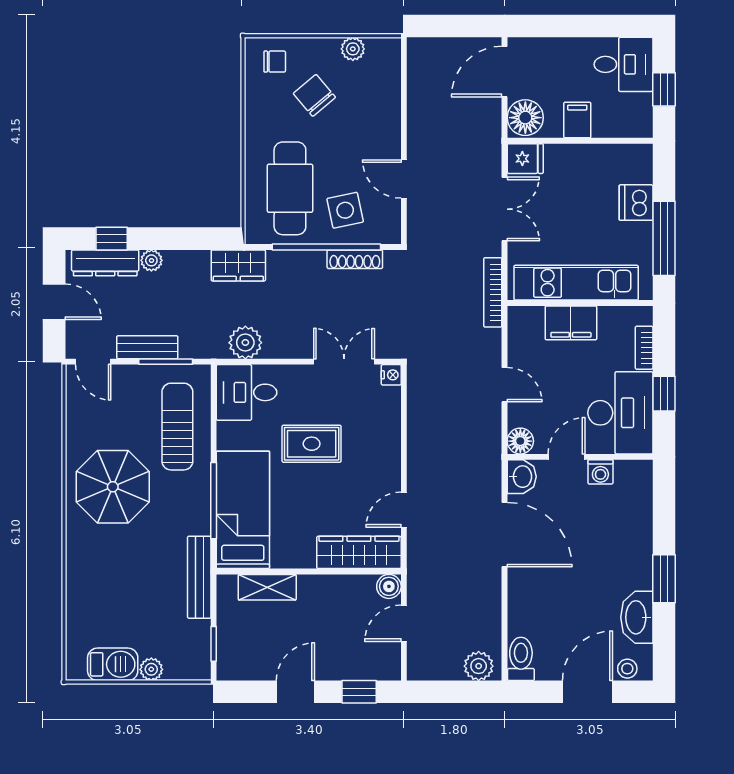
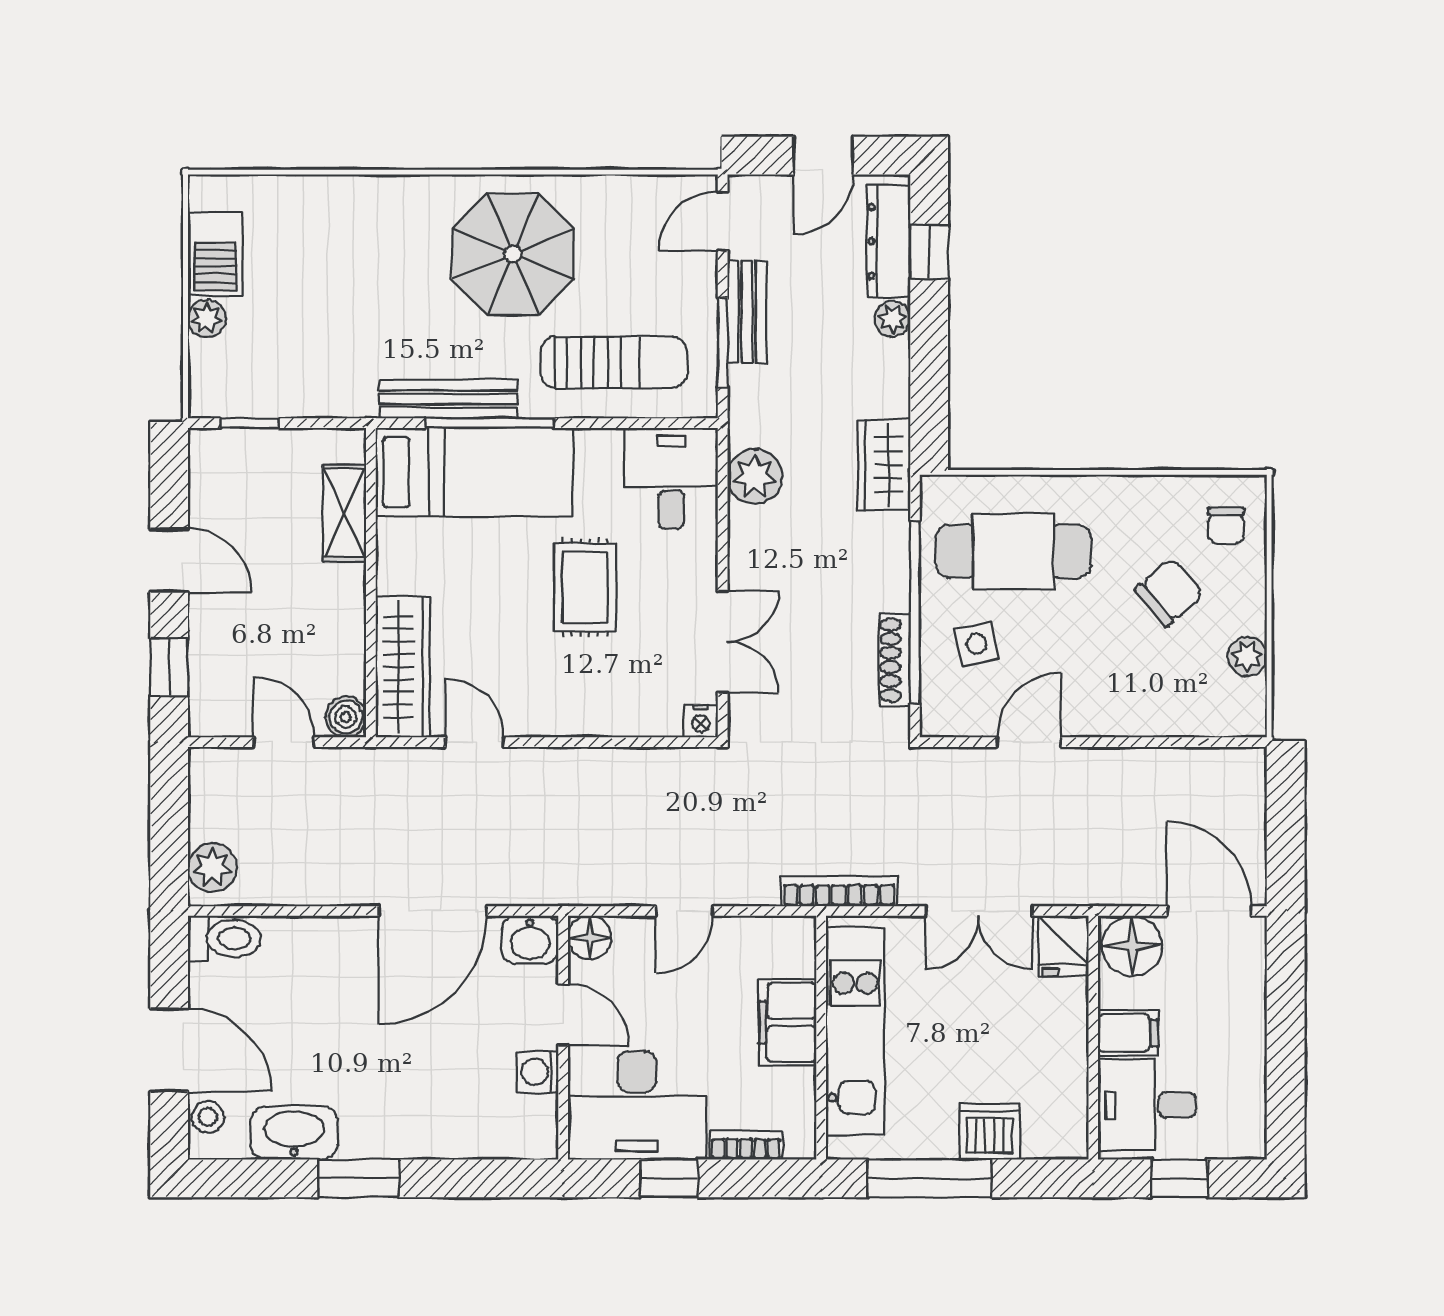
desk: (623, 64) -> (1147, 1105), moved, turned 90
side table: (345, 210) -> (977, 644), width x0.73, depth x0.73
bench: (199, 577) -> (448, 399), moved

